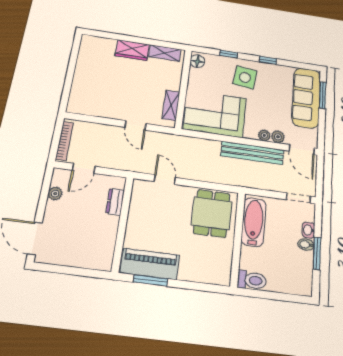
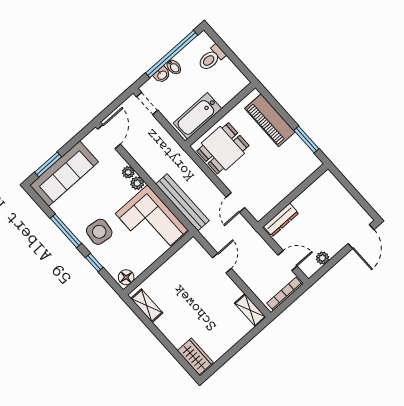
wardrobe: (132, 50) -> (195, 357), moved
window: (268, 60) -> (66, 231), width x2.17
shelving: (171, 105) -> (250, 310), moved, turned 90
plant: (278, 137) -> (137, 183), moved
bench: (252, 153) -> (182, 202), moved
dresser: (115, 202) -> (281, 220), width x1.44
window: (317, 253) -> (172, 54), width x2.11
piano: (150, 264) -> (270, 120), moved
toilet: (252, 280) -> (211, 58), moved, turned -90

